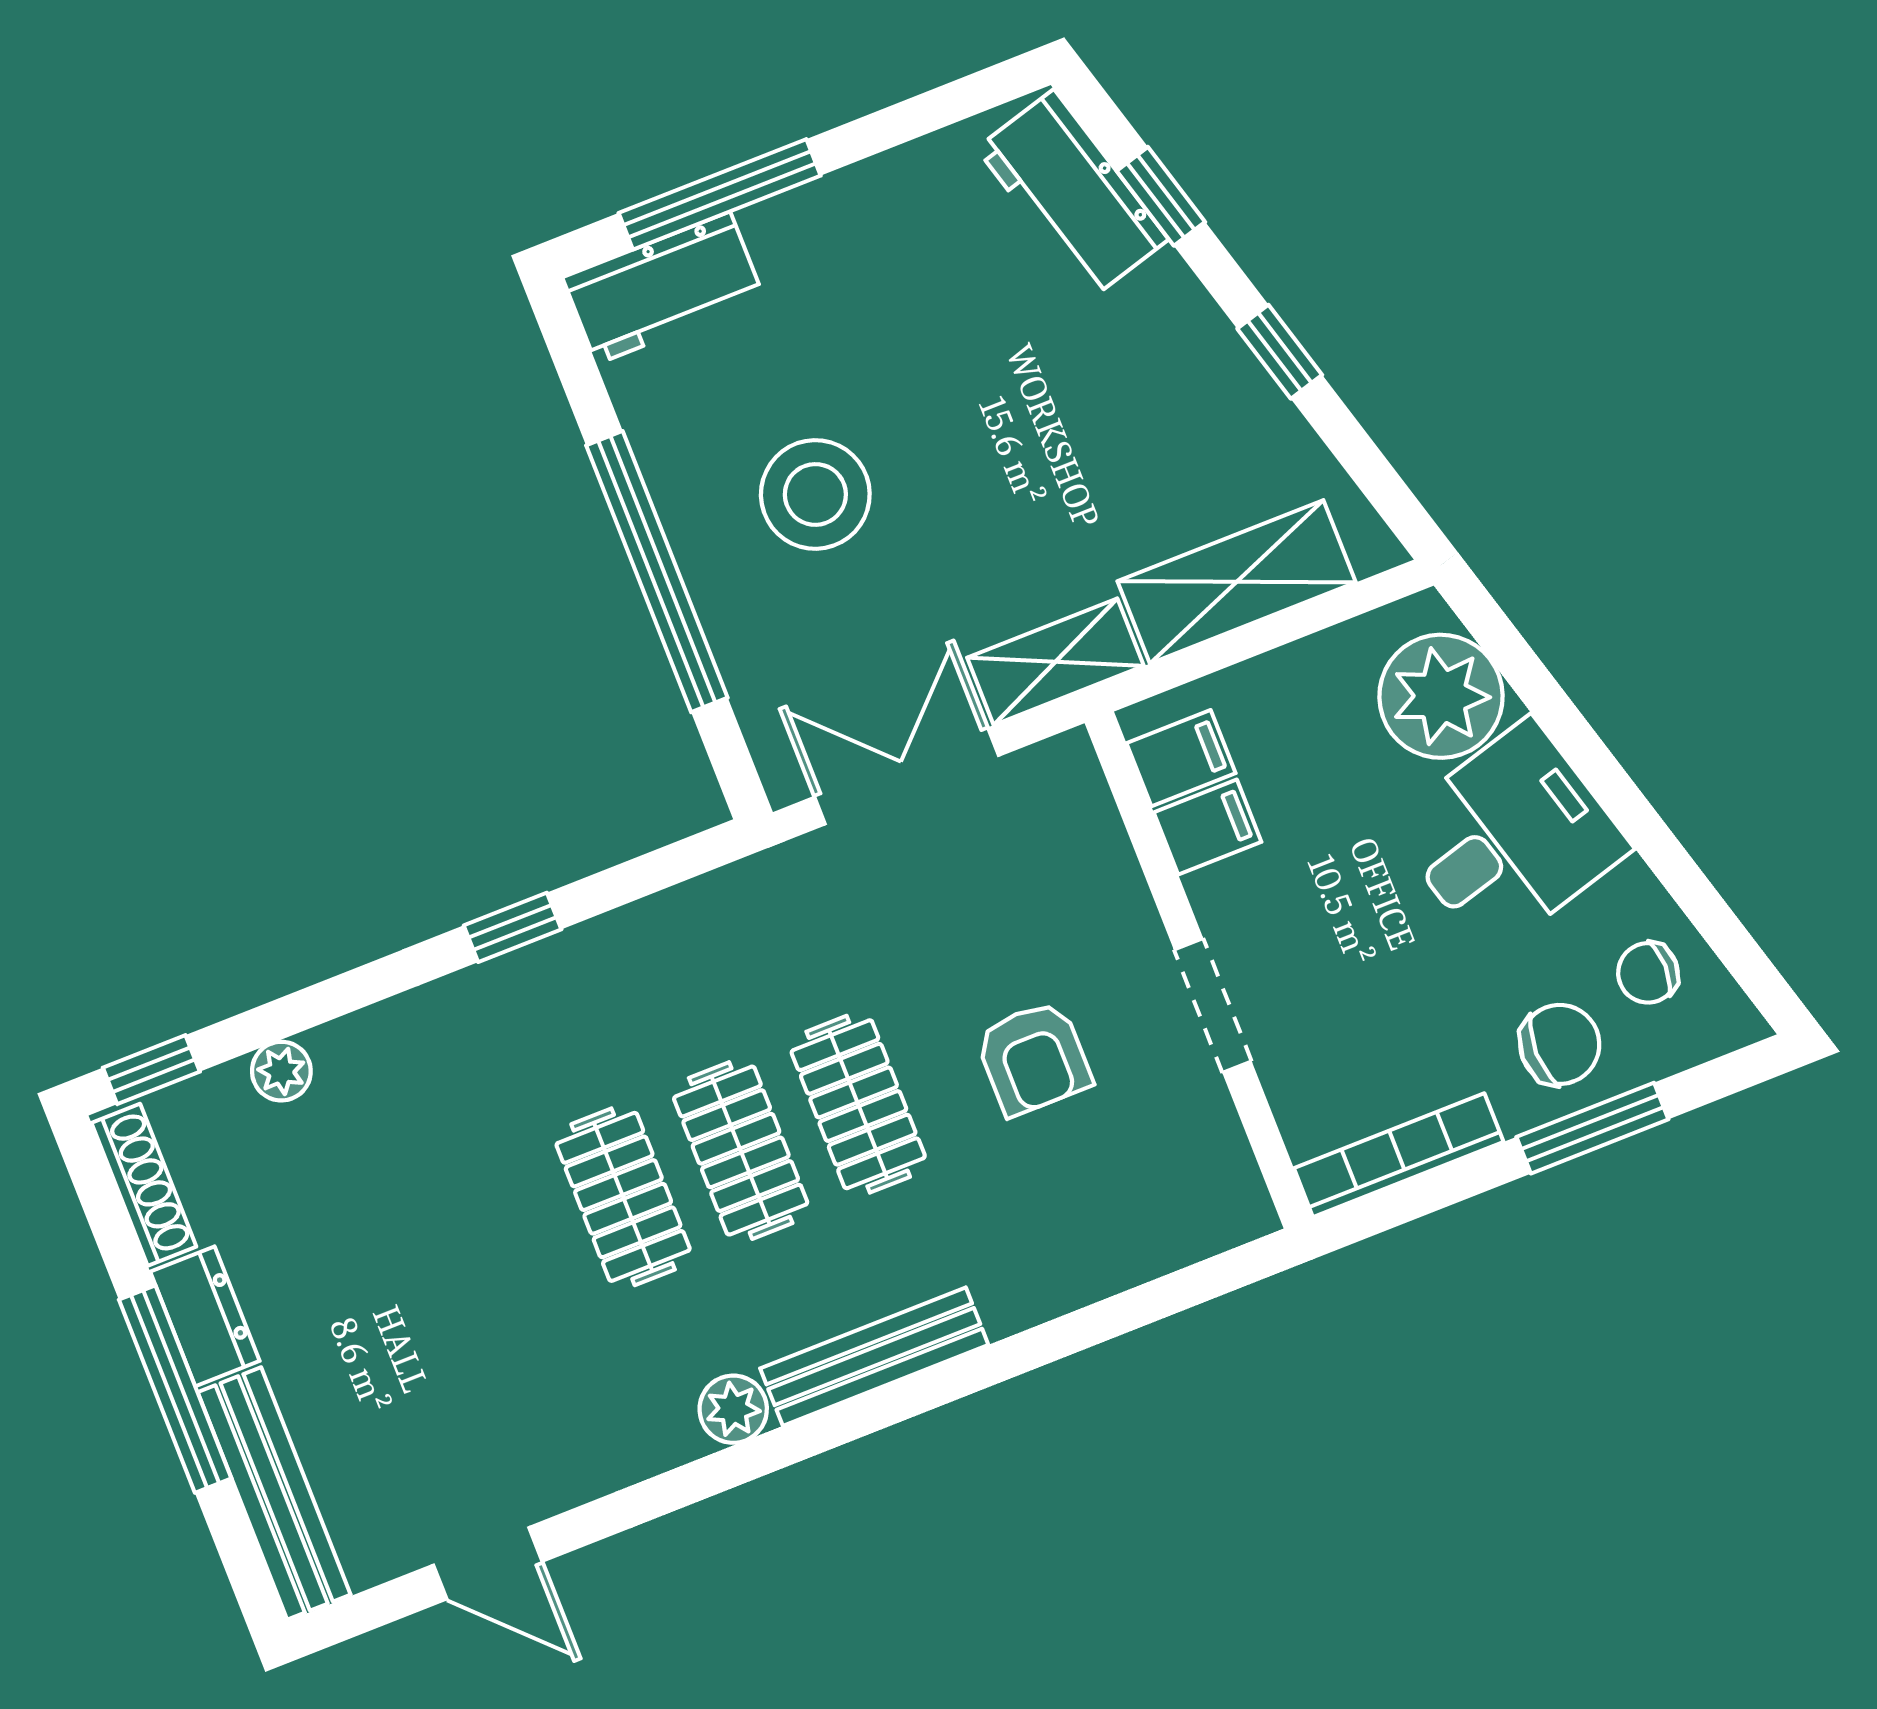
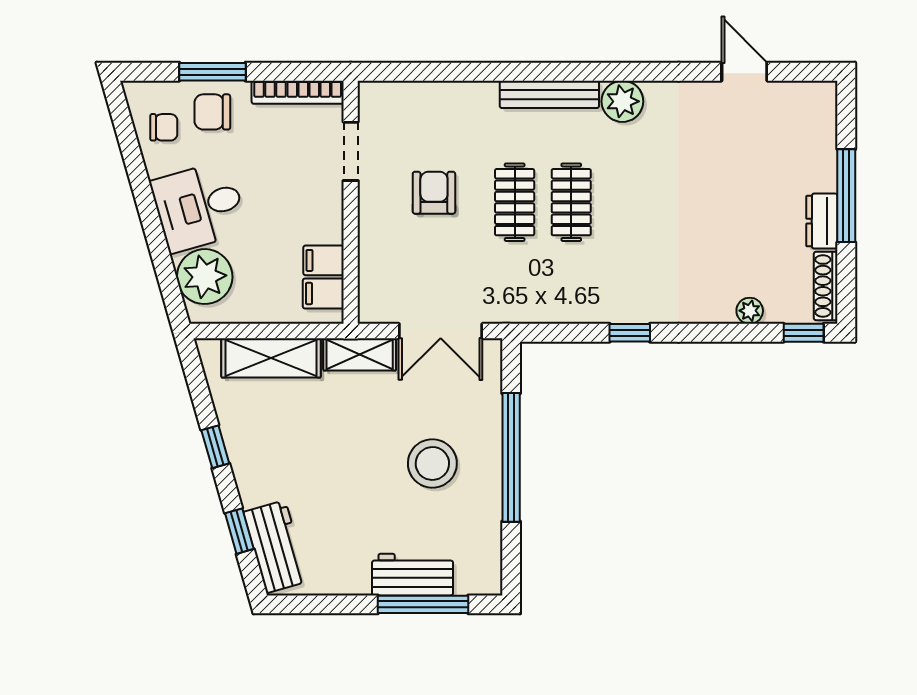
workbench: (663, 288) -> (413, 575), moved
doorway: (1213, 1006) -> (351, 151), moved
clothes rail: (623, 1197) -> (628, 202), removed
plant: (733, 1409) -> (622, 101), width x1.38, depth x1.38
bench: (274, 1493) -> (822, 136), removed

